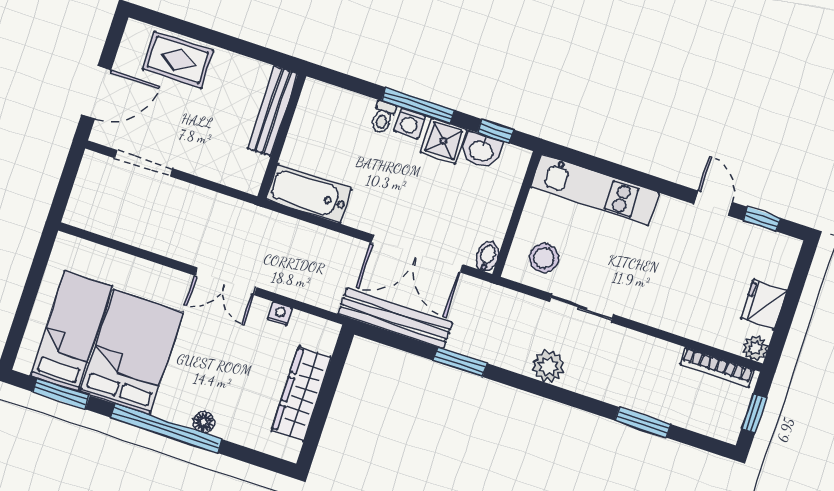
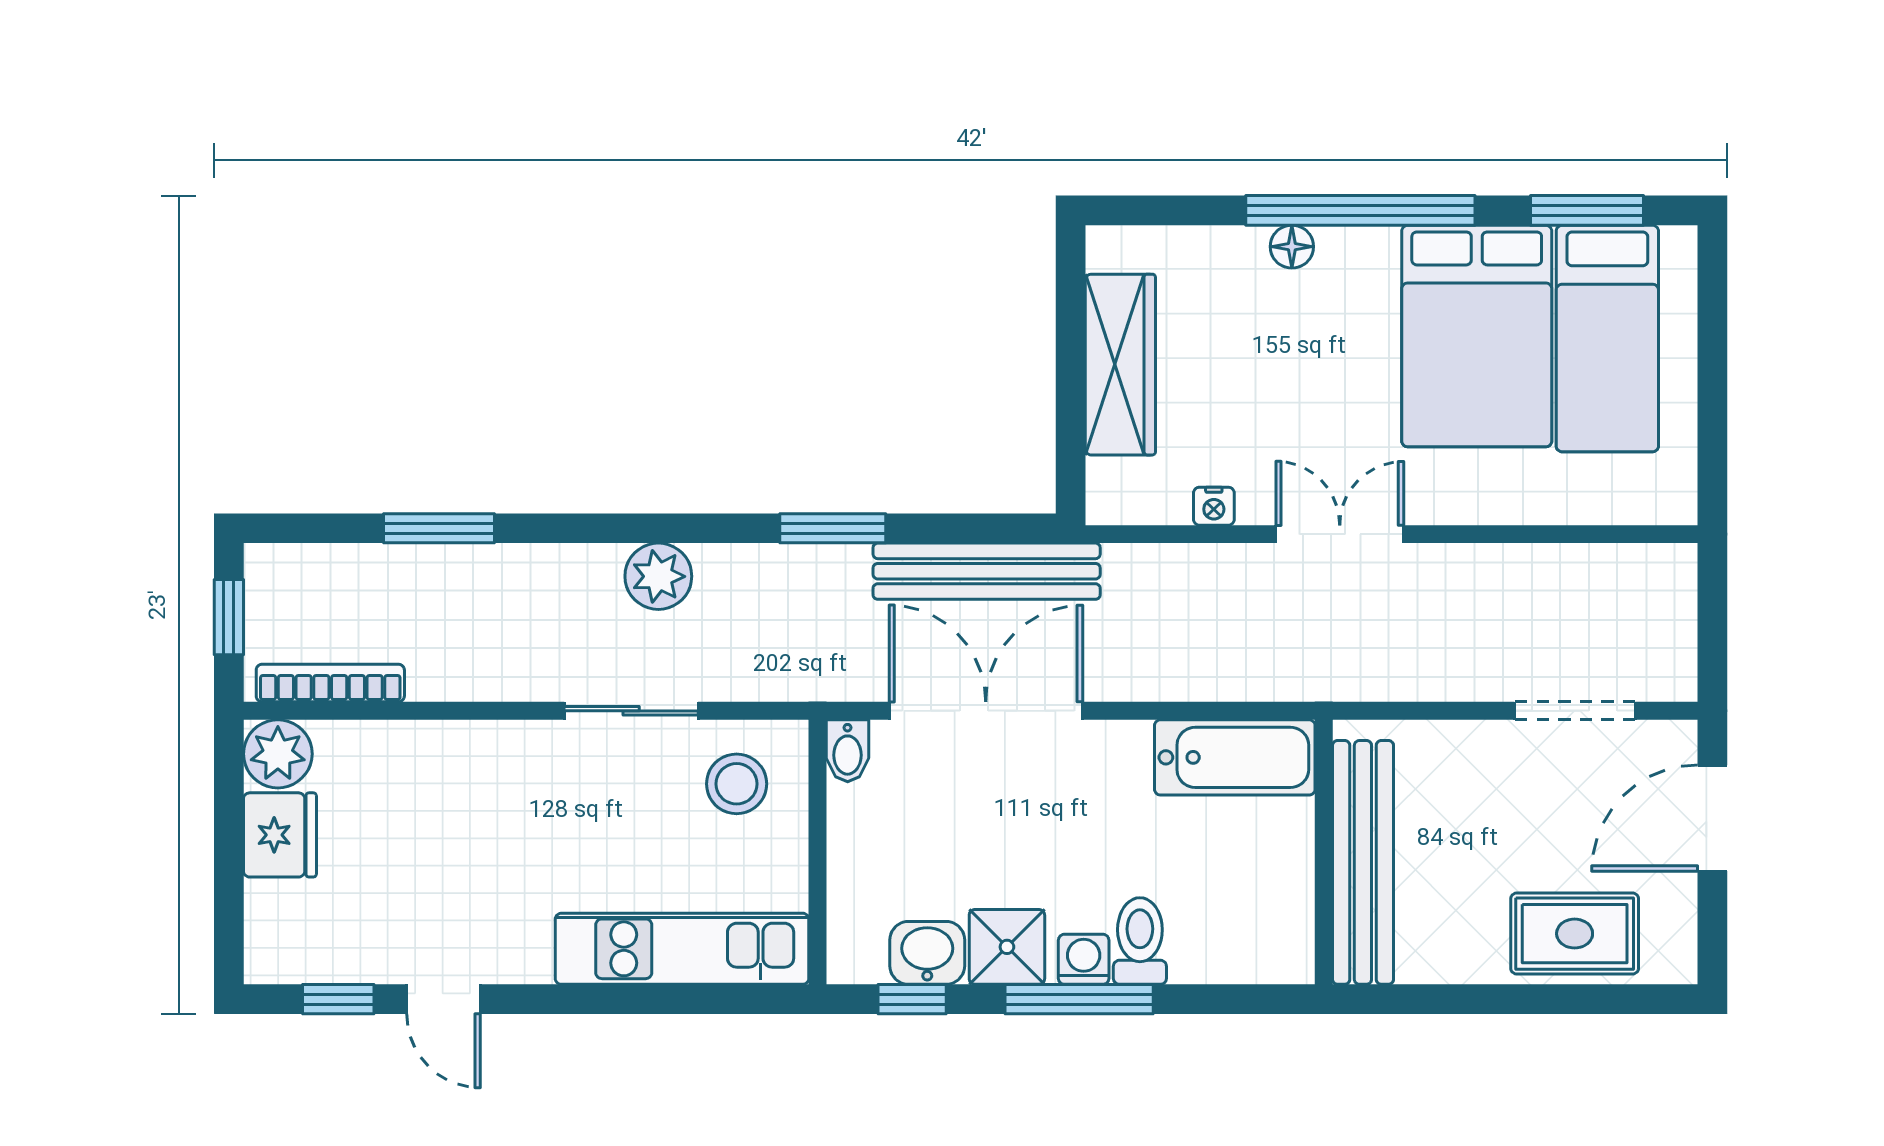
bench: (273, 111) -> (1363, 862), width x1.37, depth x1.21
toilet: (383, 117) -> (1140, 941), width x1.37, depth x1.39
plant: (755, 348) -> (278, 754), width x1.38, depth x1.38

